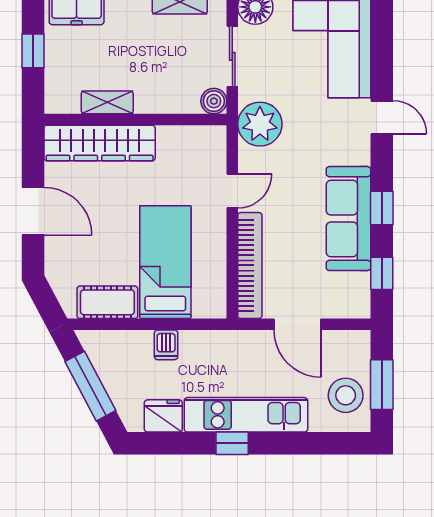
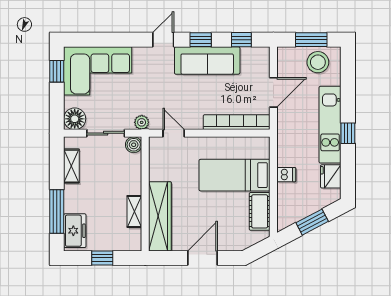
door: (382, 117) -> (163, 40), moved
plant: (260, 124) -> (142, 122), width x0.53, depth x0.53
door: (232, 191) -> (174, 133), moved
window: (90, 386) -> (312, 222), width x0.69

